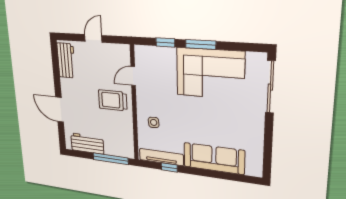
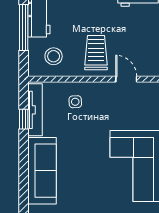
stool: (117, 136) -> (54, 56), added
window: (111, 159) -> (24, 28), moved

